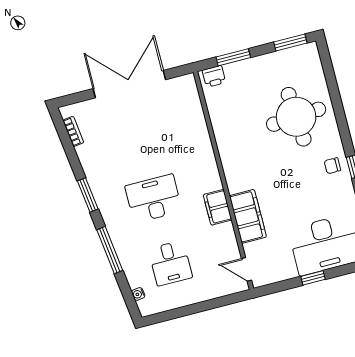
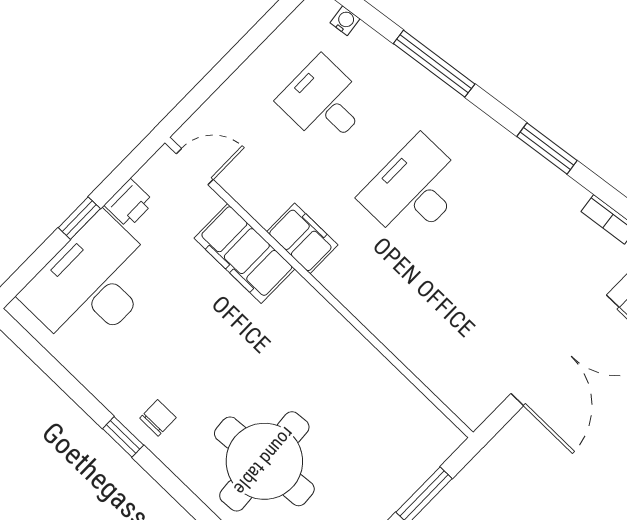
printer: (214, 76) -> (129, 203), moved, turned 180
window: (88, 195) -> (547, 149), moved
desk: (154, 198) -> (414, 190), turned 180

